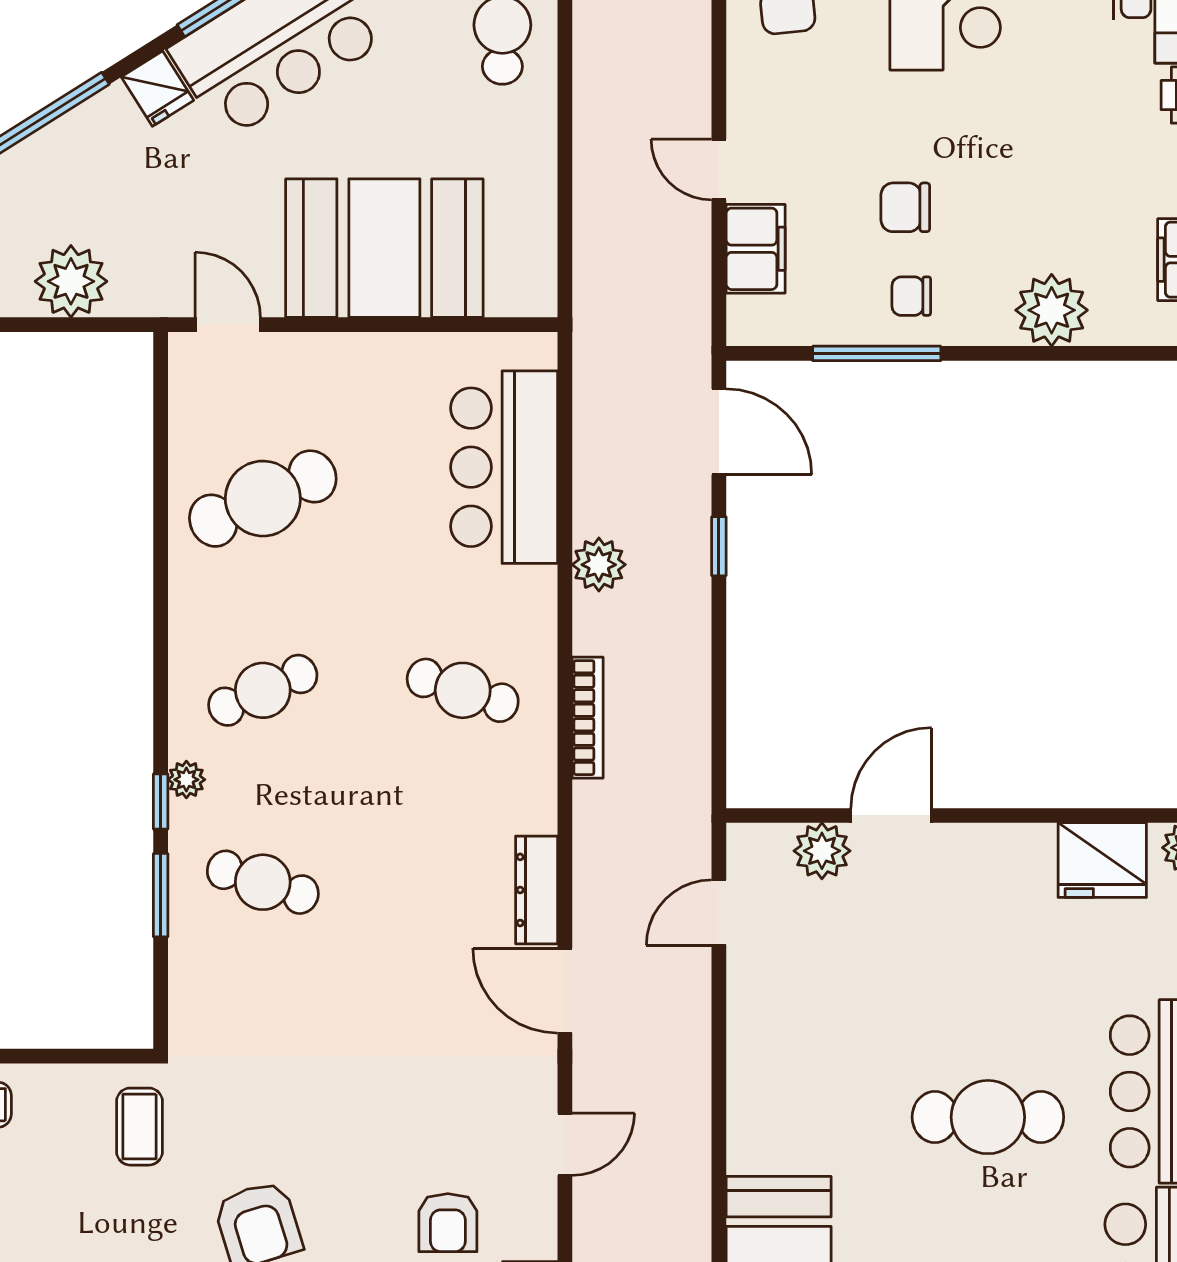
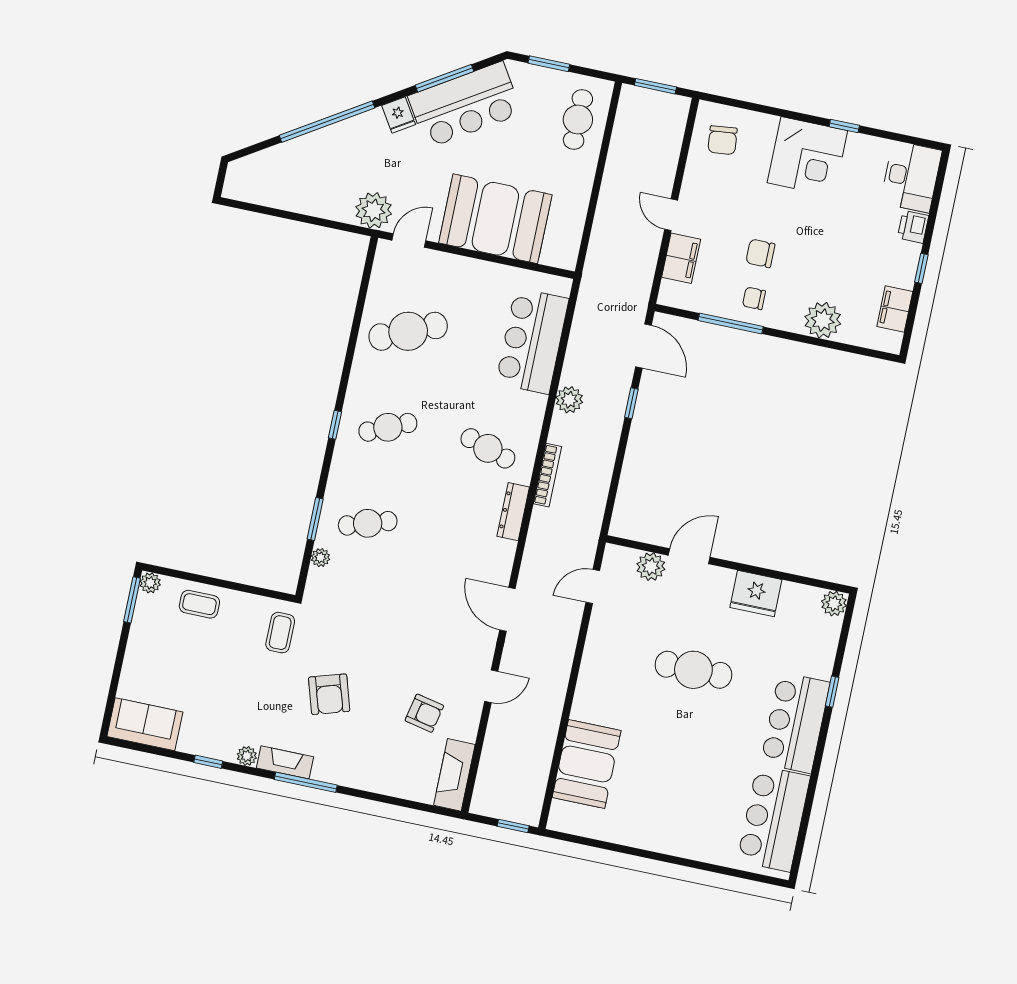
plant: (71, 281) -> (374, 210), moved
door: (228, 325) -> (409, 241), hinge flipped
plant: (186, 780) -> (320, 558), moved
window: (161, 801) -> (335, 425), moved
fridge: (1102, 860) -> (756, 594), moved
cafe table: (263, 882) -> (368, 523), turned -36
dresser: (537, 890) -> (513, 512), moved
cafe table: (988, 1117) -> (693, 670), moved
armchair: (448, 1223) -> (424, 713), turned -78

